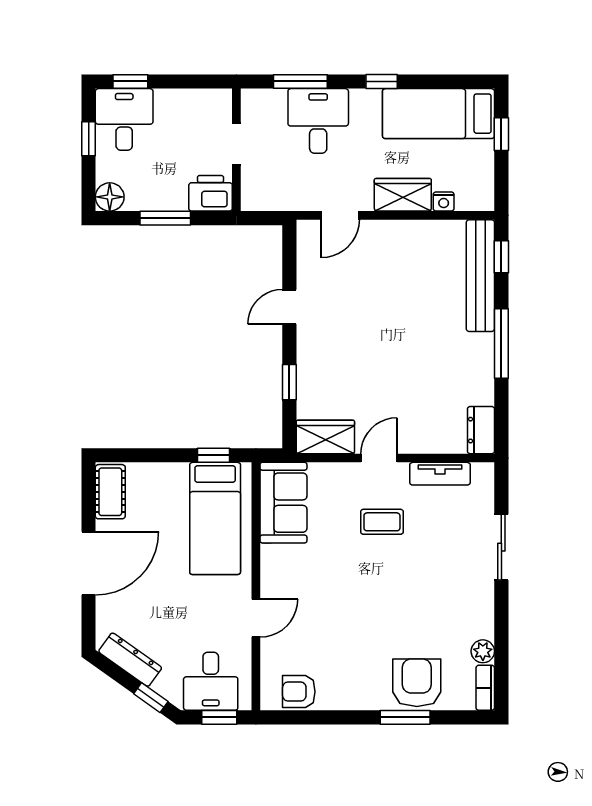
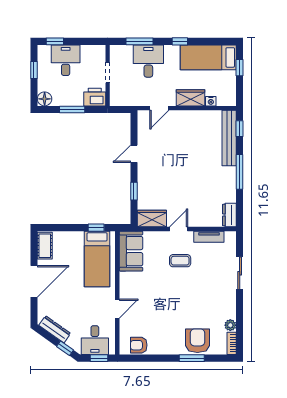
desk: (124, 119) -> (66, 60), moved

